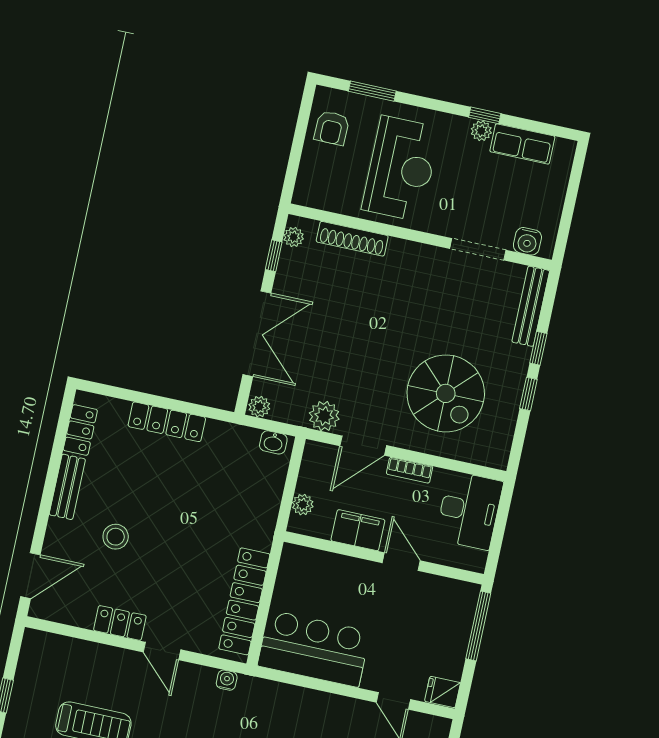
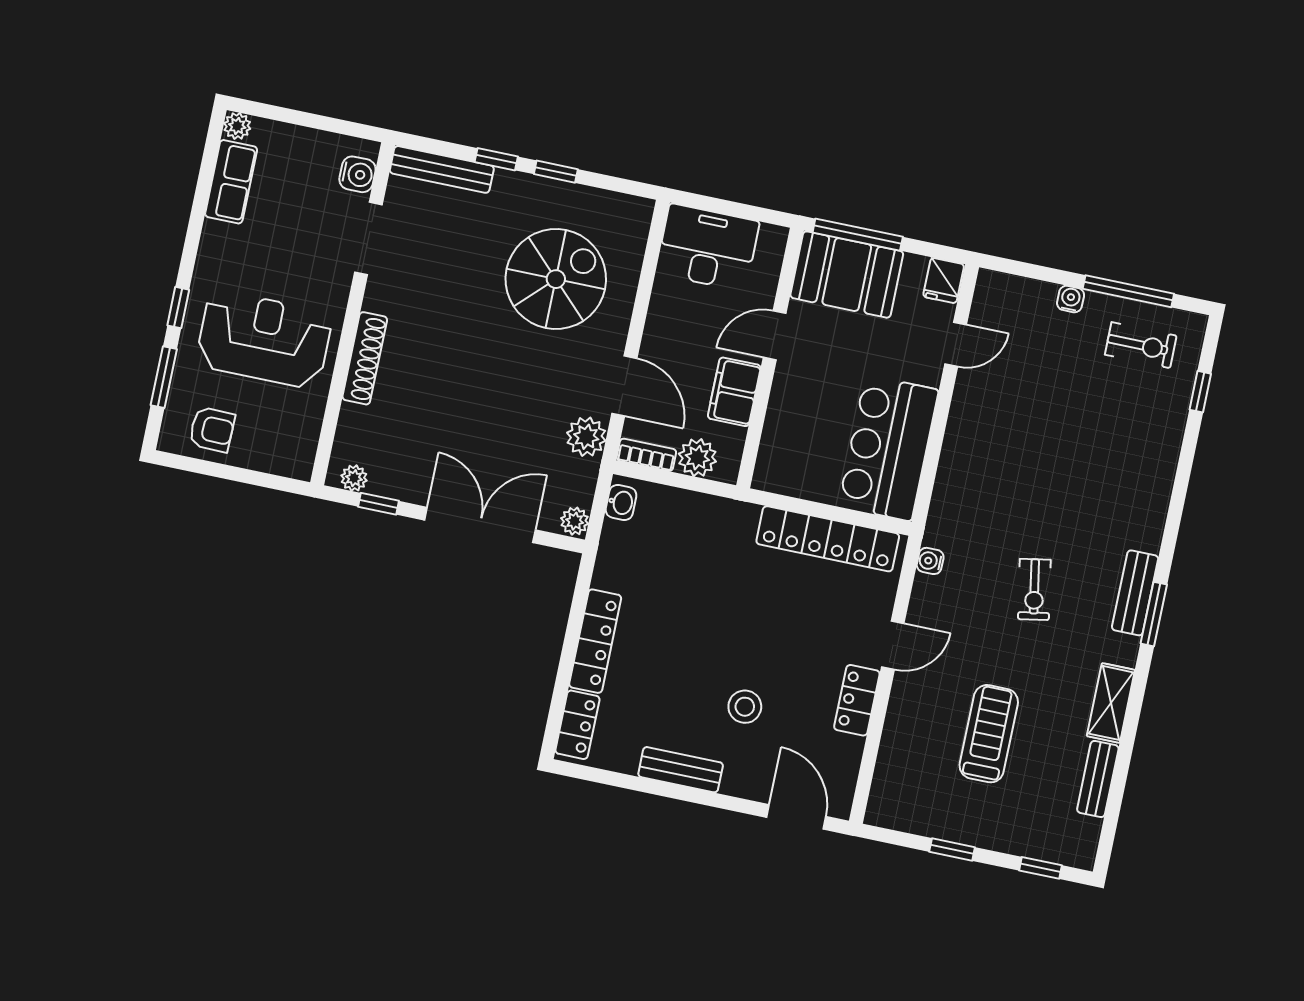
window: (485, 115) -> (178, 308), moved
plant: (481, 131) -> (237, 126), moved
shoe rack: (352, 239) -> (365, 358), moved
locker: (80, 430) -> (577, 725), moved, turned 90
bookcase: (410, 470) -> (646, 455), moved, turned -90
plant: (303, 505) -> (697, 458), width x1.38, depth x1.38
booth: (448, 617) -> (847, 275), added

